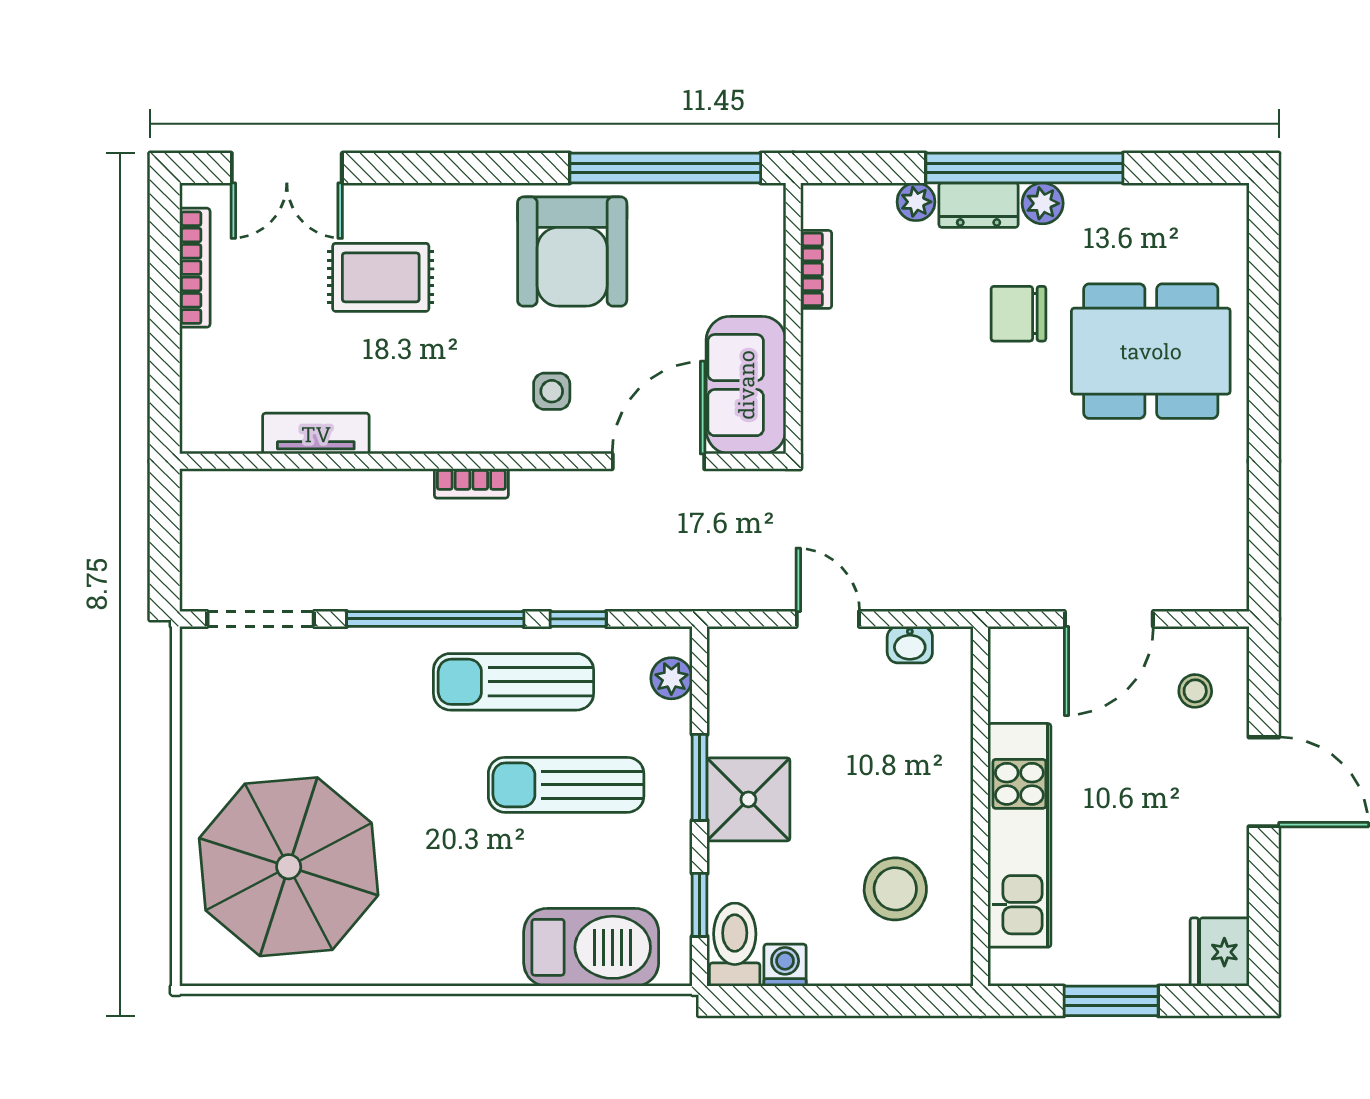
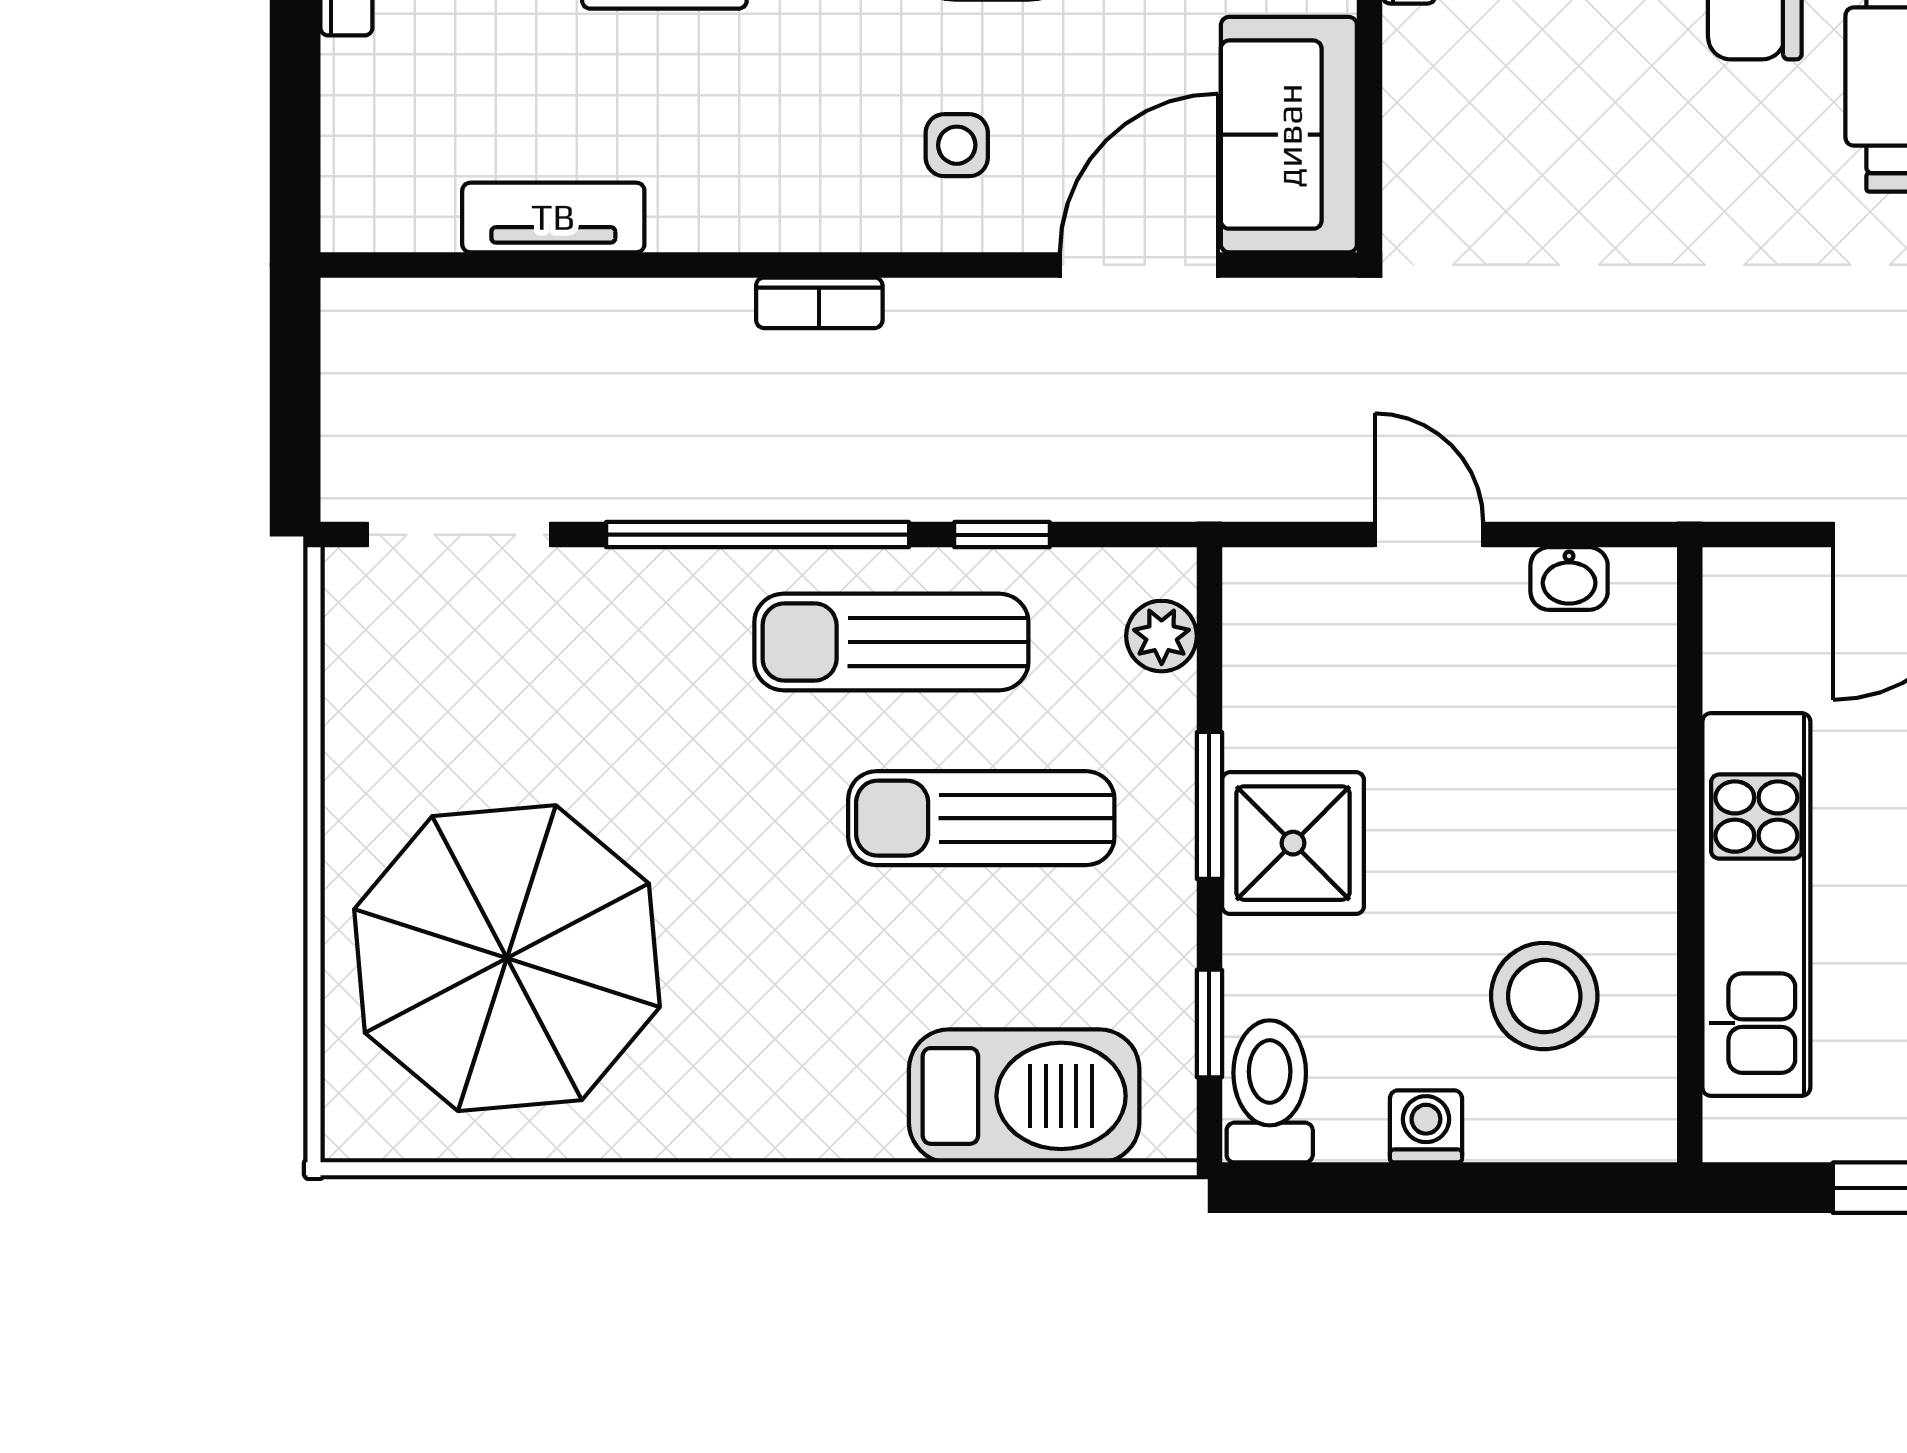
washing machine: (785, 965) -> (1426, 1126), moved

